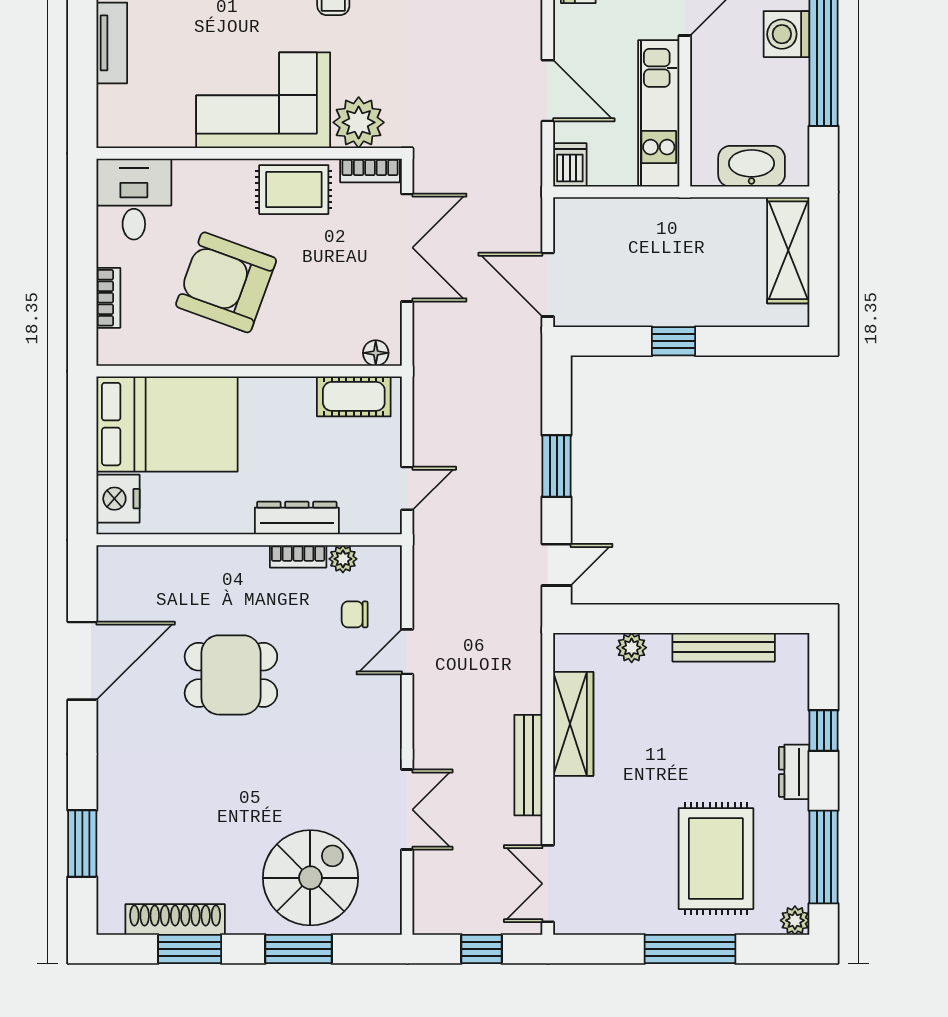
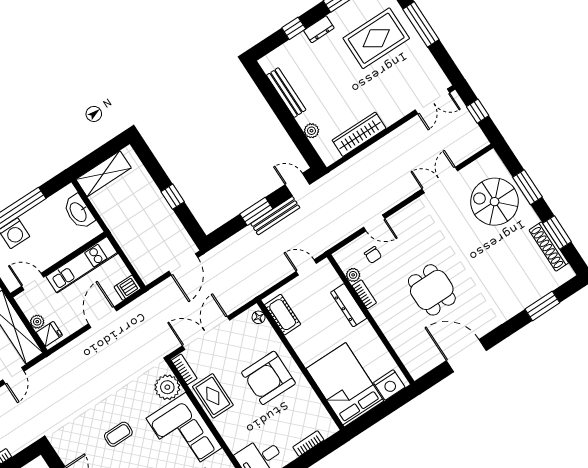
armchair: (226, 282) -> (268, 378), moved, turned 70
bench: (528, 765) -> (275, 216), moved

